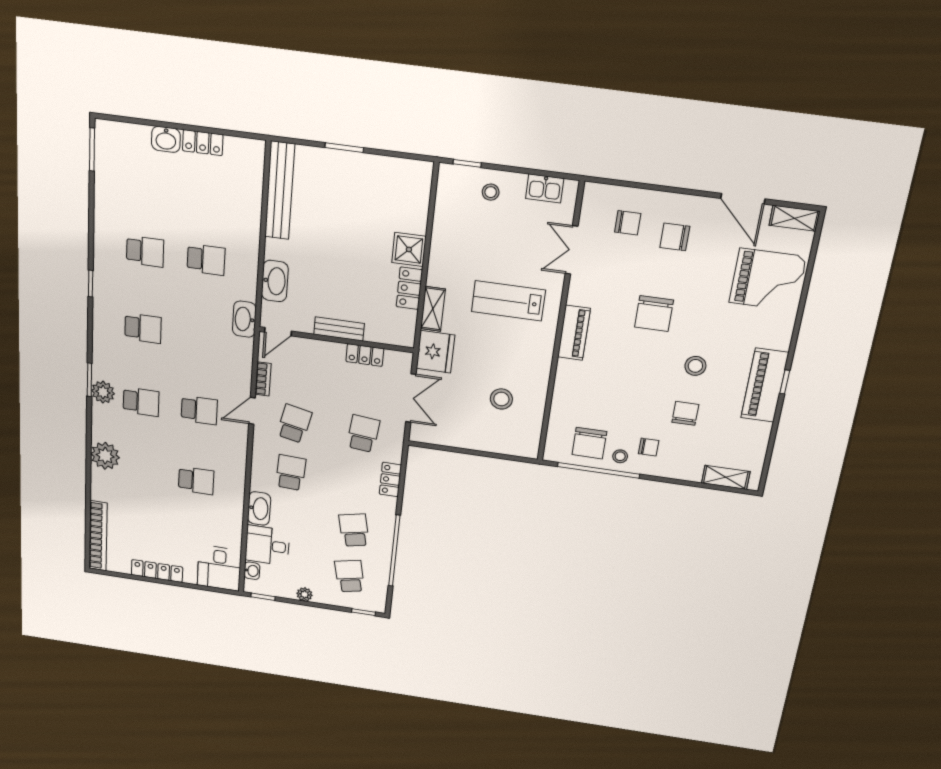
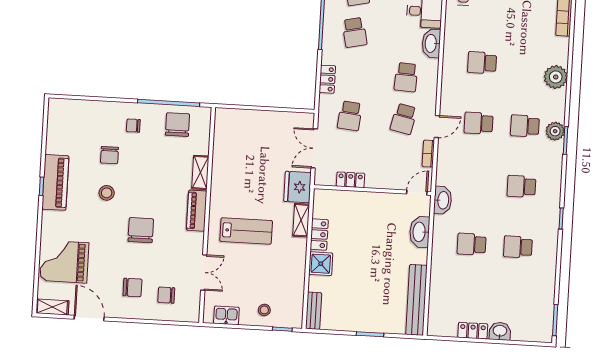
bench: (339, 329) -> (314, 311), moved, turned 90
stool: (501, 399) -> (246, 154), removed
stool: (620, 456) -> (154, 116), removed
shelving: (726, 477) -> (200, 172), moved, turned 90

